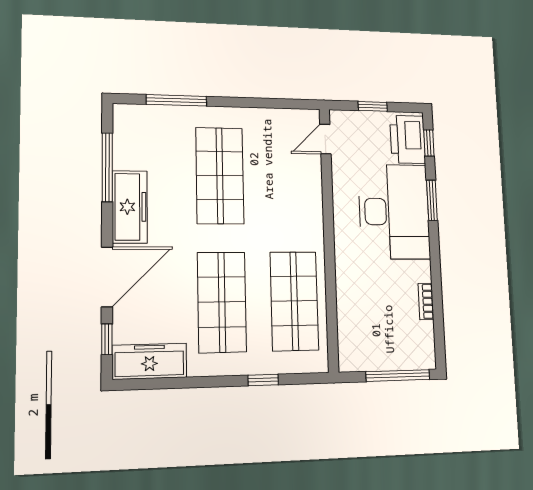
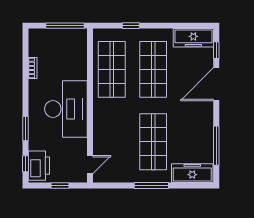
window: (177, 100) -> (151, 186), moved
freezer: (130, 207) -> (192, 173), moved, turned 90
desk: (394, 212) -> (66, 109), moved, turned 180
window: (398, 375) -> (65, 26), moved

